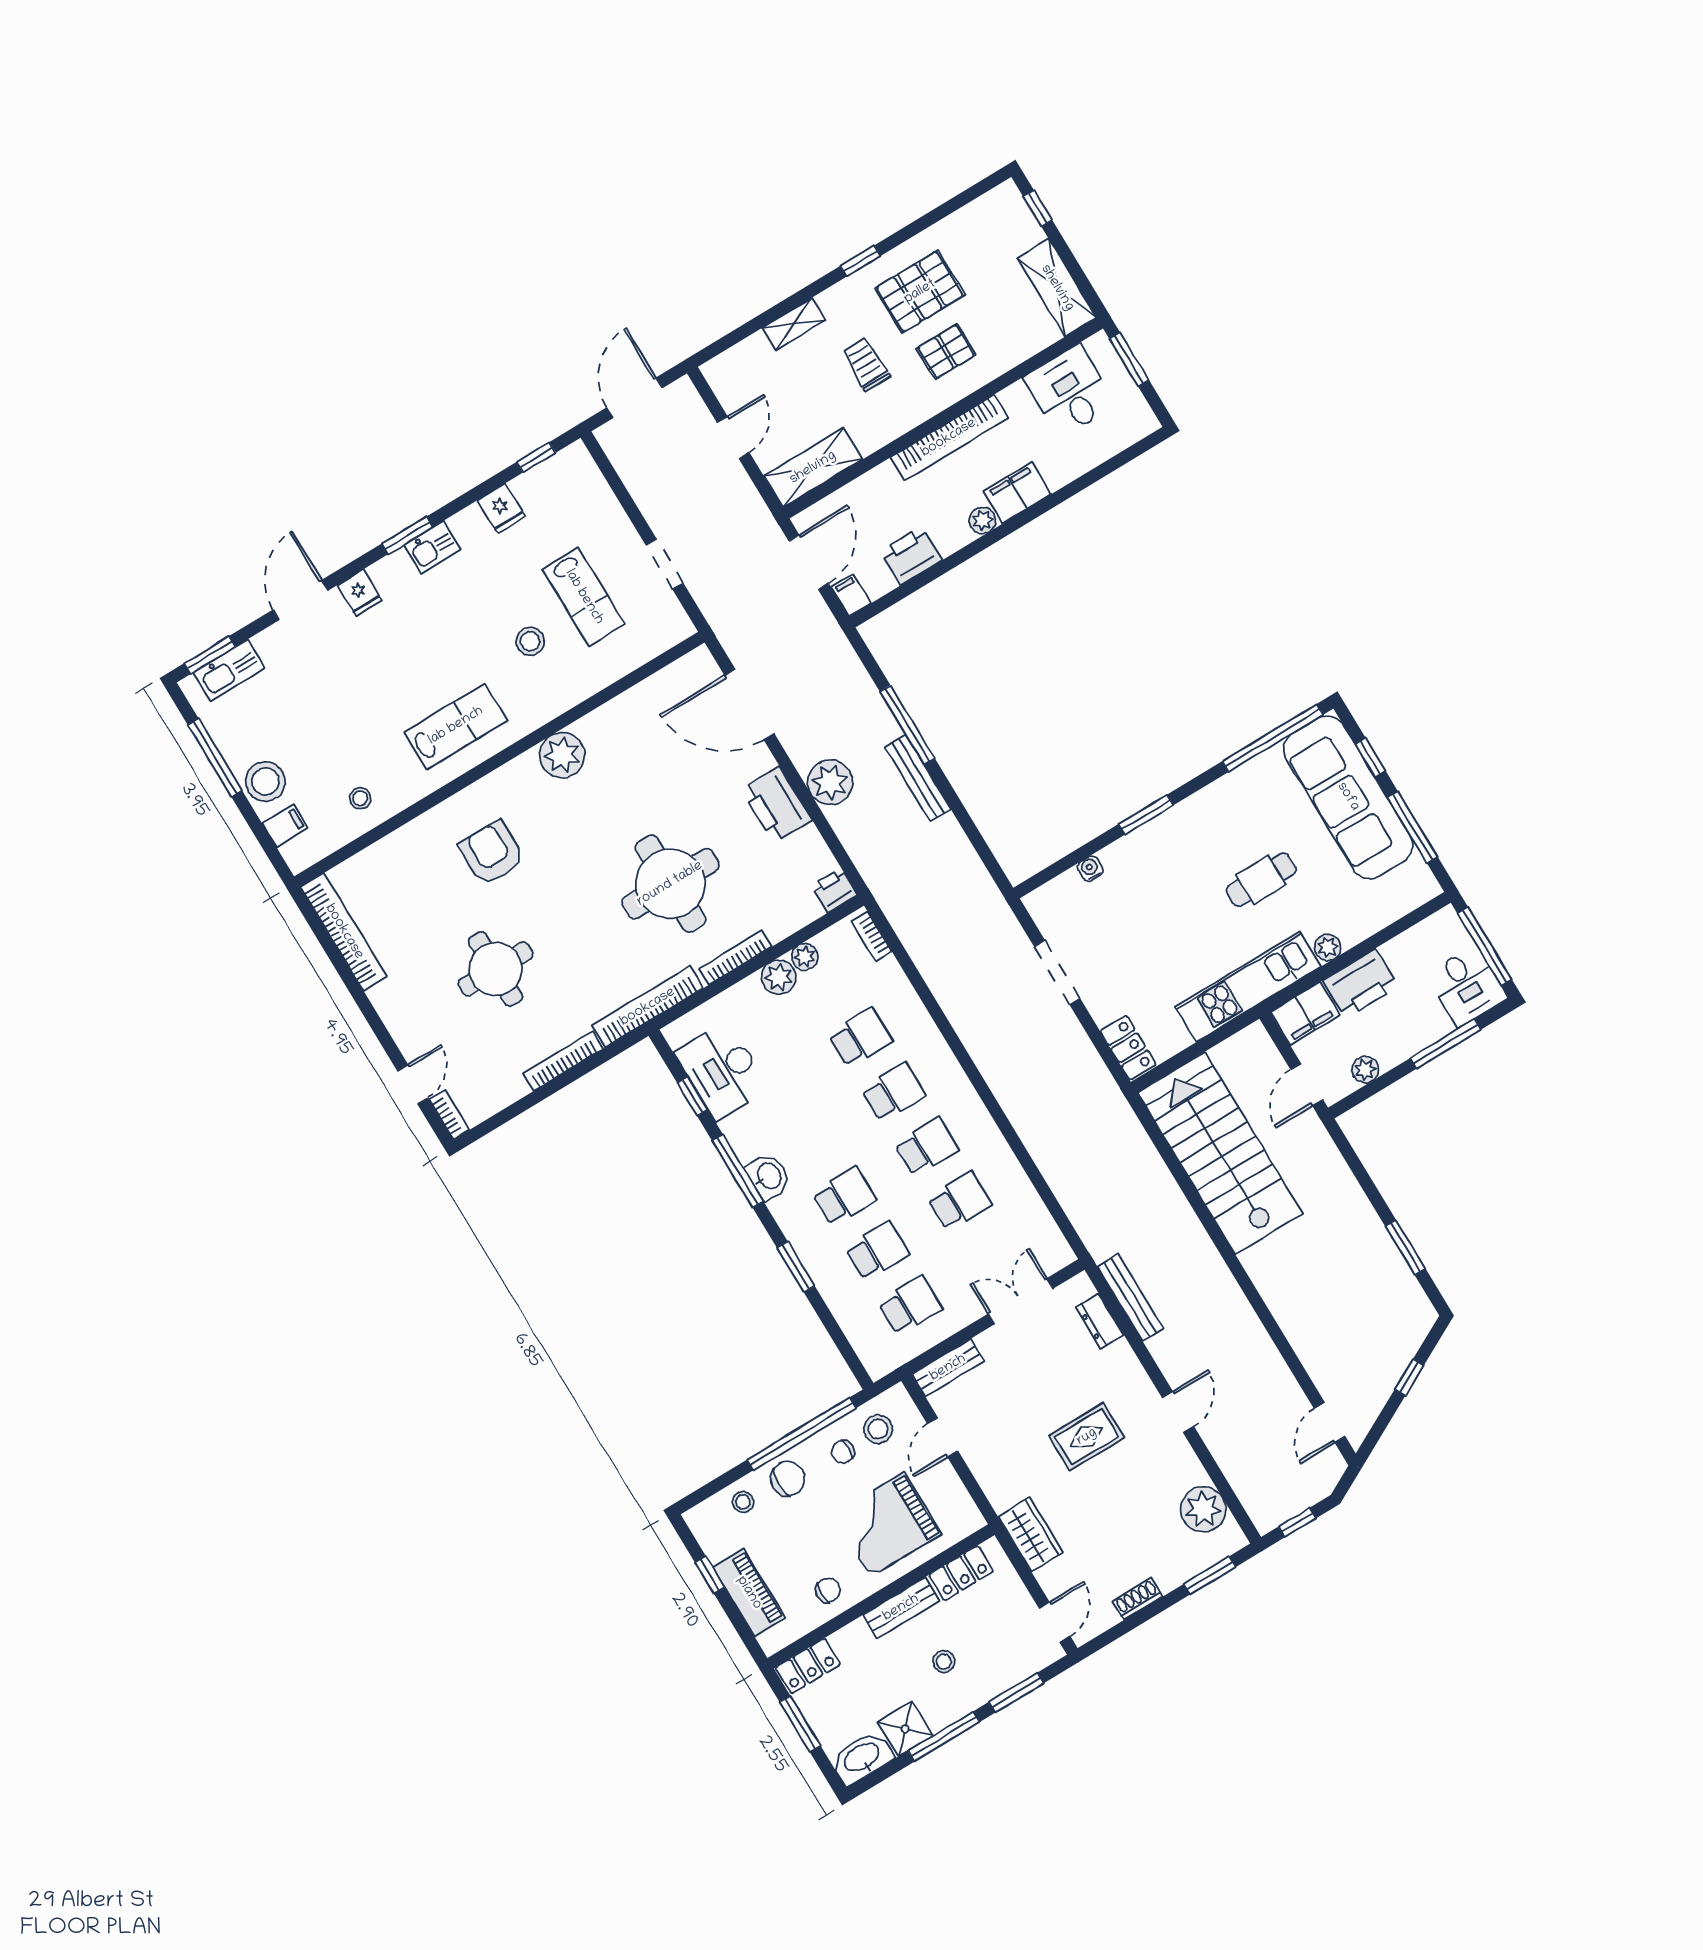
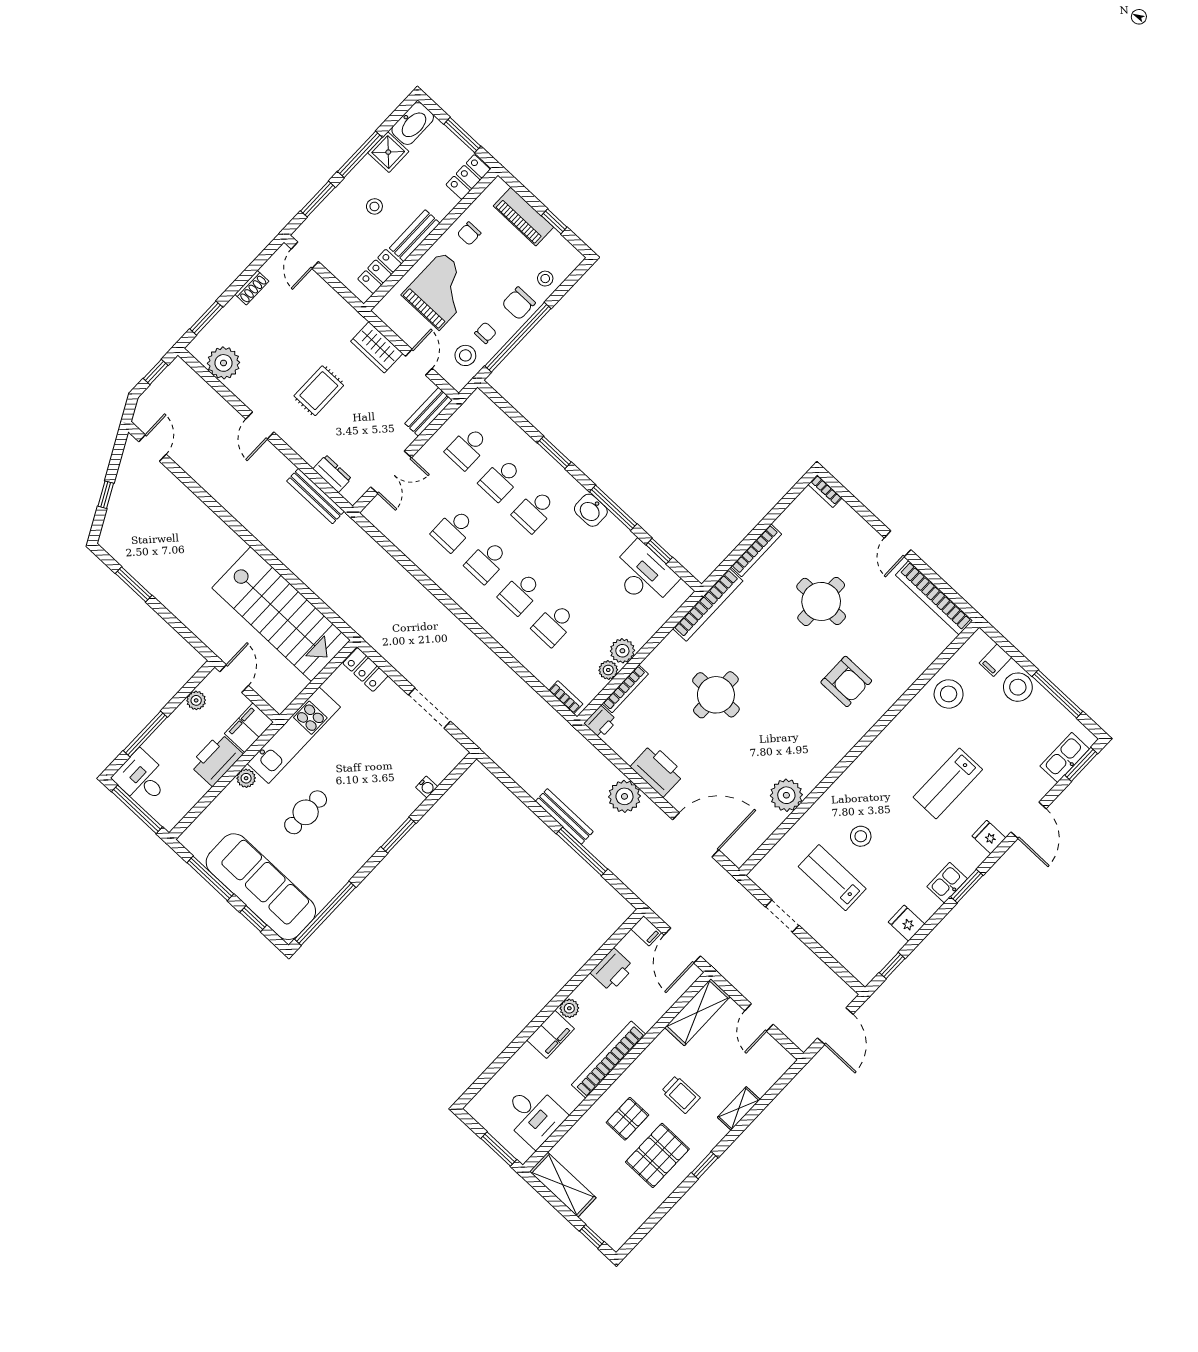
lab bench: (456, 726) -> (948, 783), moved
plant: (562, 755) -> (786, 795), moved
stool: (360, 798) -> (949, 694), width x1.89, depth x1.89
round table: (670, 884) -> (716, 695), width x0.73, depth x0.73
bookcase: (735, 958) -> (625, 689), moved
door: (413, 1084) -> (898, 544), moved
wardrobe: (1031, 1535) -> (377, 347), moved

